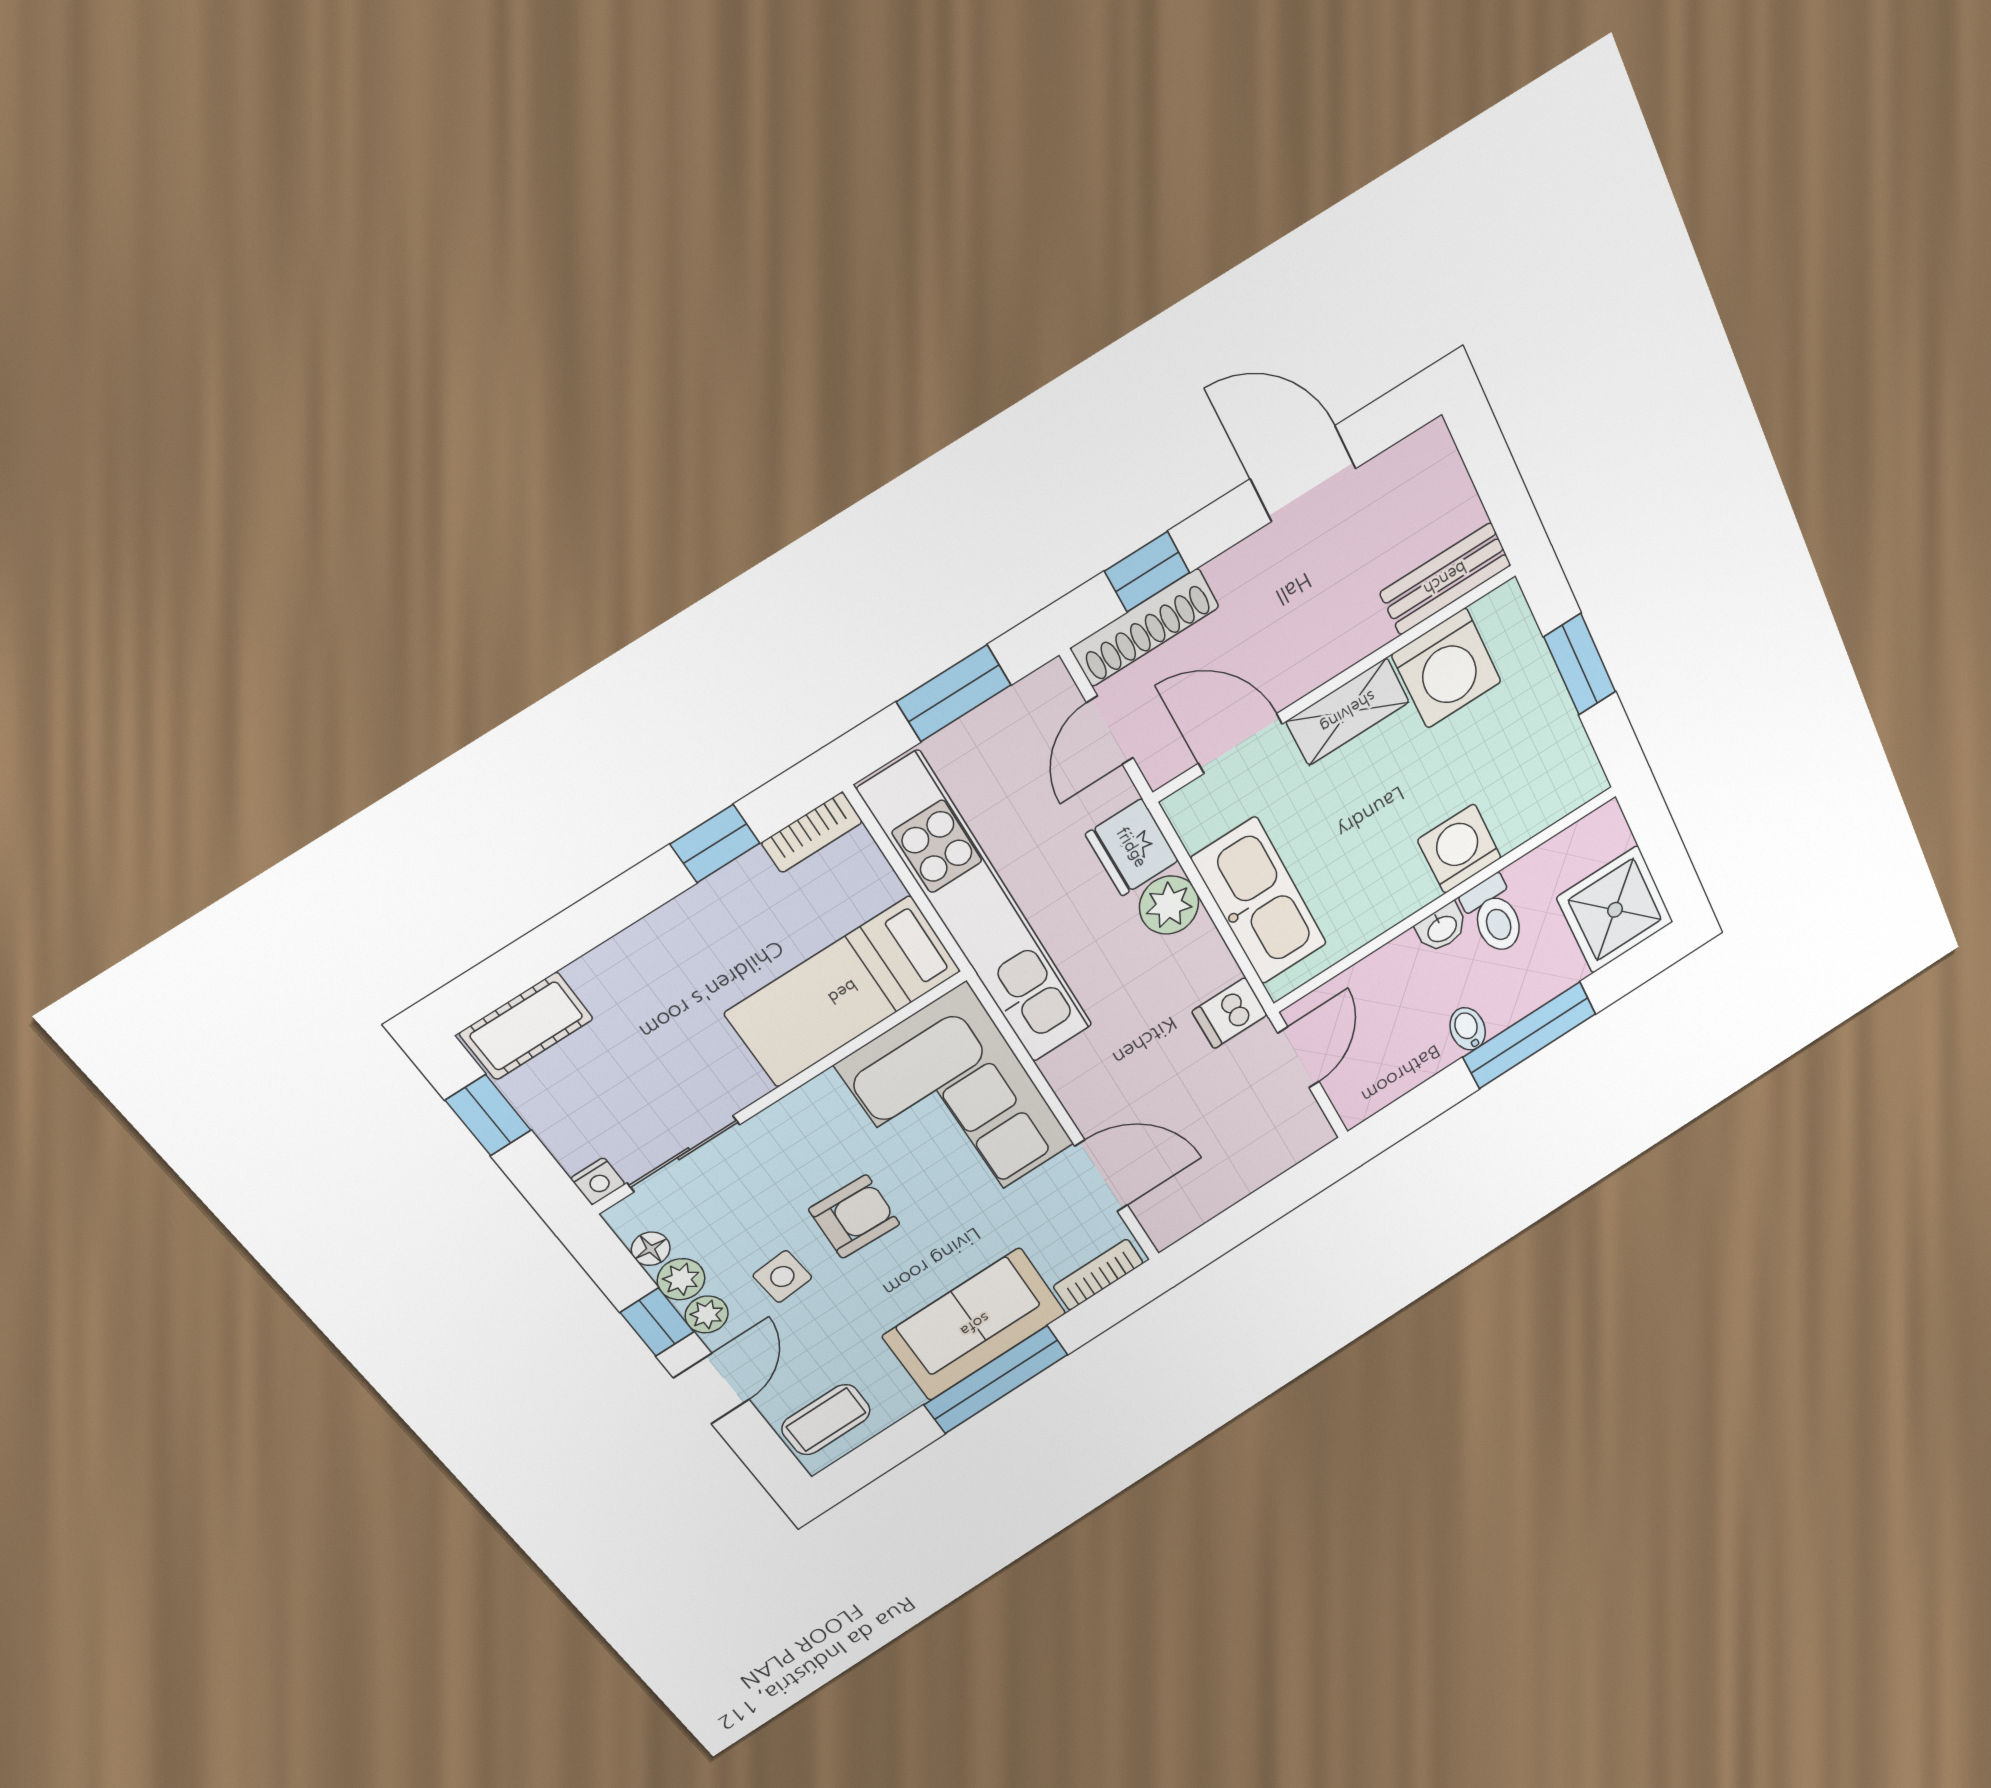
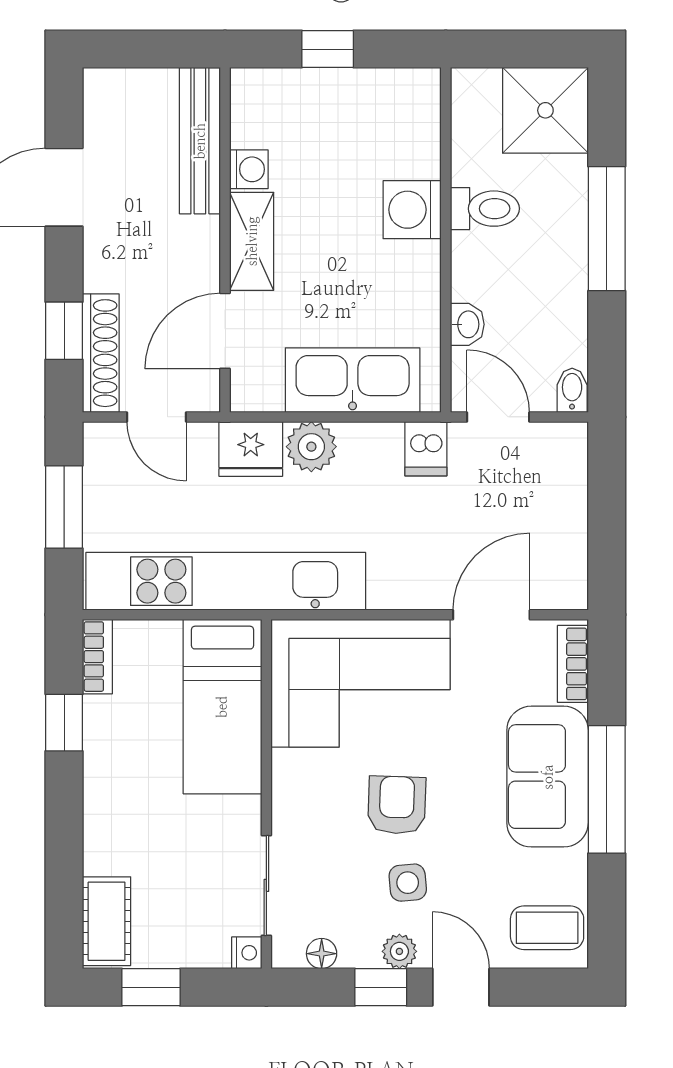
bench: (1445, 579) -> (200, 141), width x1.36
window: (1580, 664) -> (328, 49), width x0.67
washing machine: (1447, 668) -> (249, 169), width x0.53, depth x0.53
washbasin: (1442, 928) -> (467, 324), moved
bidet: (1468, 1029) -> (572, 390), moved, turned 90
plant: (681, 1279) -> (359, 950), removed
coffee table: (826, 1420) -> (547, 928), turned 90

